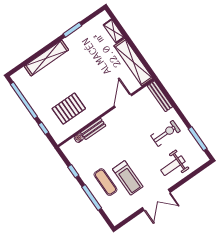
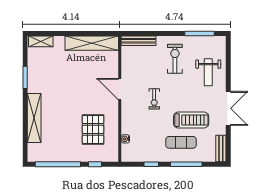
shelving: (114, 31) -> (41, 41), moved
door: (123, 101) -> (120, 89), moved
bench: (93, 129) -> (221, 149), moved
exercise bike: (124, 139) -> (154, 99), added

